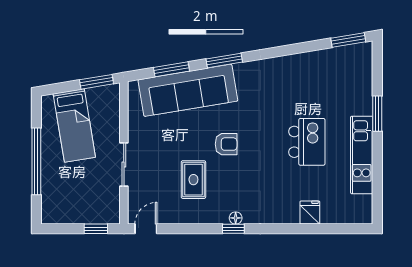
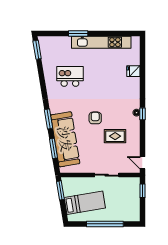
kitchen island: (307, 142) -> (70, 76), moved
kitchen unit: (362, 155) -> (101, 42), width x1.36

